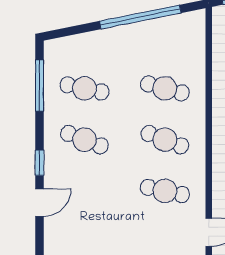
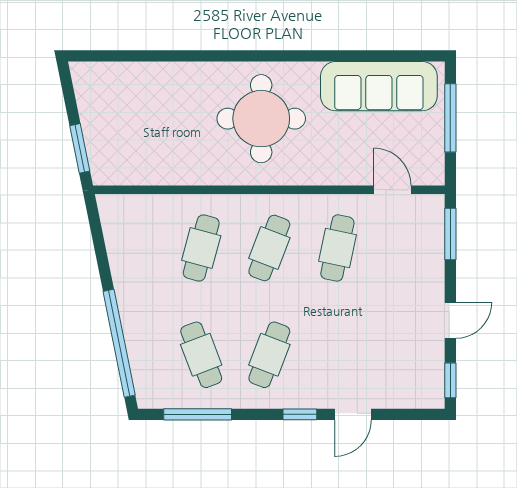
window: (140, 17) -> (119, 343), moved
cafe table: (84, 88) -> (201, 355), turned -33
door: (40, 203) -> (353, 414), swing flipped

